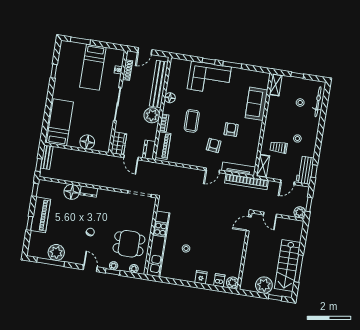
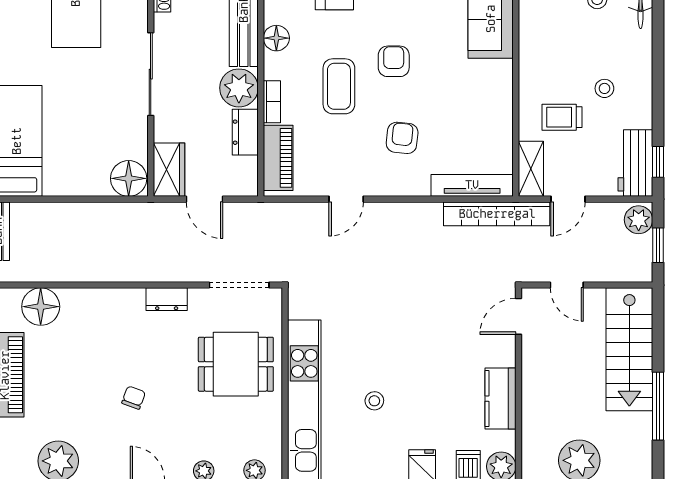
armchair: (231, 130) -> (394, 61), moved
floor lamp: (87, 142) -> (129, 178), moved
dresser: (149, 150) -> (245, 132), moved
door: (213, 170) -> (346, 199), moved
door: (287, 182) -> (568, 199), moved
floor lamp: (72, 192) -> (41, 307), moved
dresser: (89, 192) -> (167, 299), moved
plant: (300, 212) -> (639, 220), moved
dining table: (129, 244) -> (236, 364), moved
kitchen counter: (236, 256) -> (500, 399), added
stairs: (287, 266) -> (629, 349), moved

